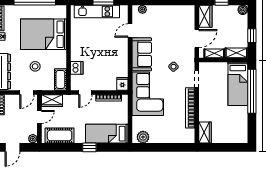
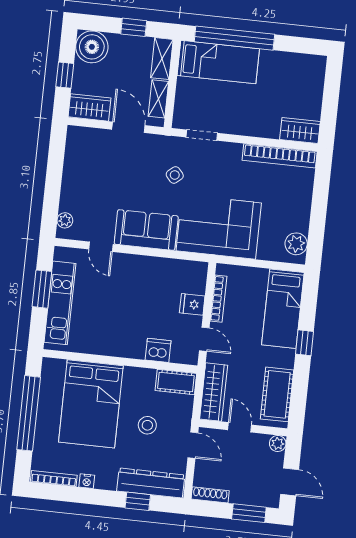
boiler: (243, 10) -> (92, 47), width x1.86, depth x1.86
fridge: (122, 84) -> (192, 304), moved
wardrobe: (52, 101) -> (214, 392), width x1.50
bookcase: (190, 108) -> (280, 156), moved

